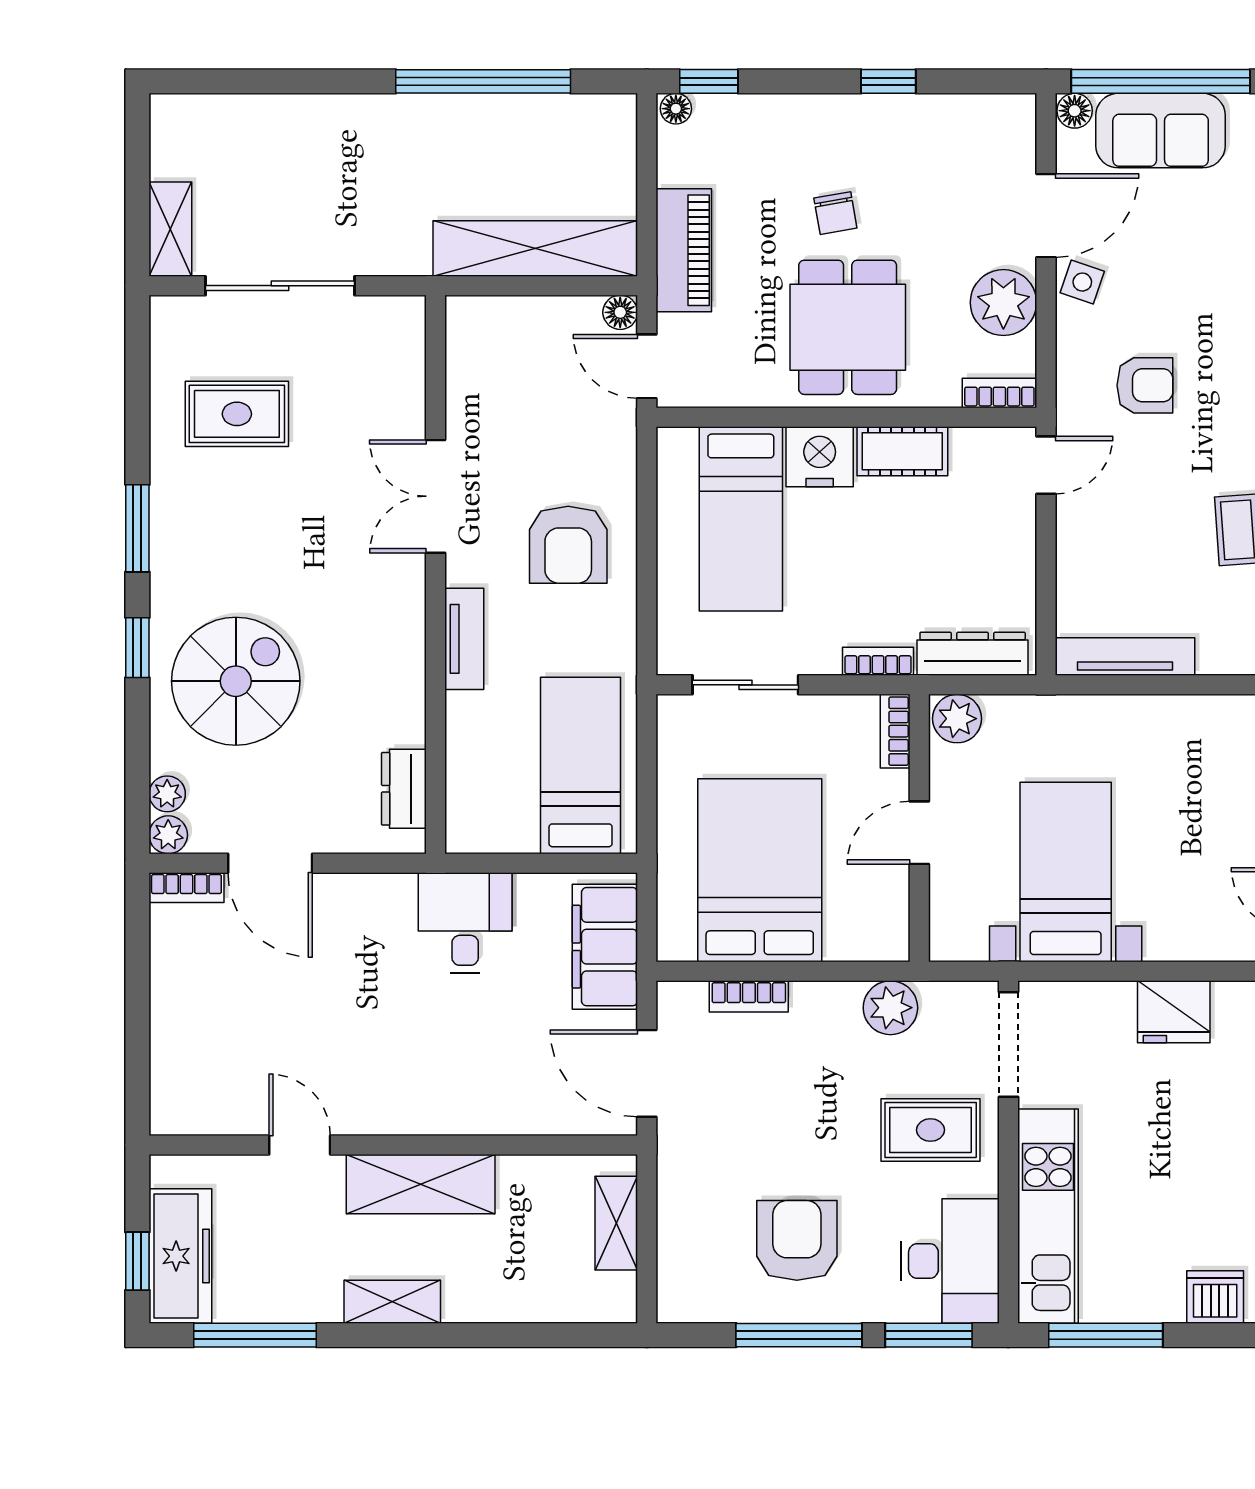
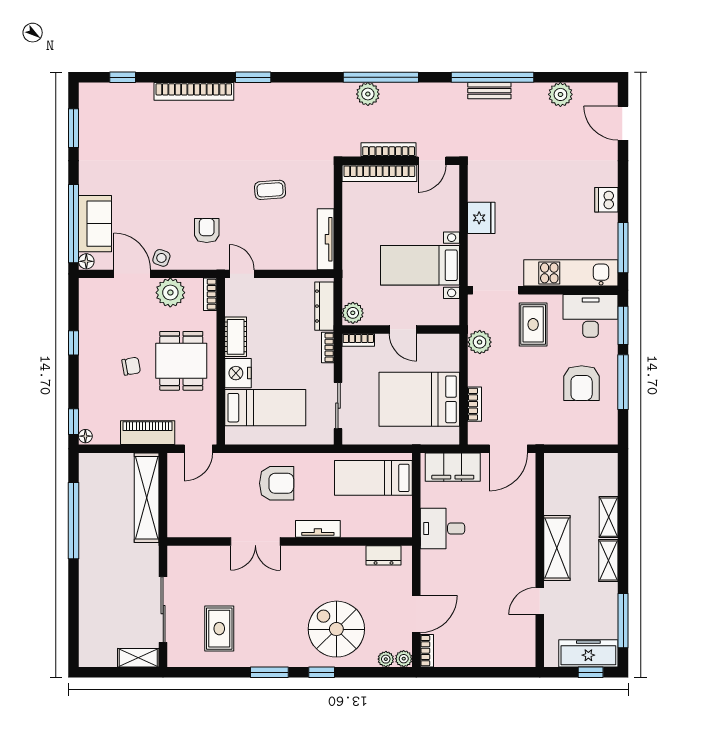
floor lamp: (620, 312) -> (175, 461), removed
dining table: (848, 327) -> (181, 361), turned 90
shelving: (616, 1223) -> (609, 517), moved, turned 90
armchair: (797, 1240) -> (582, 383), turned -90

